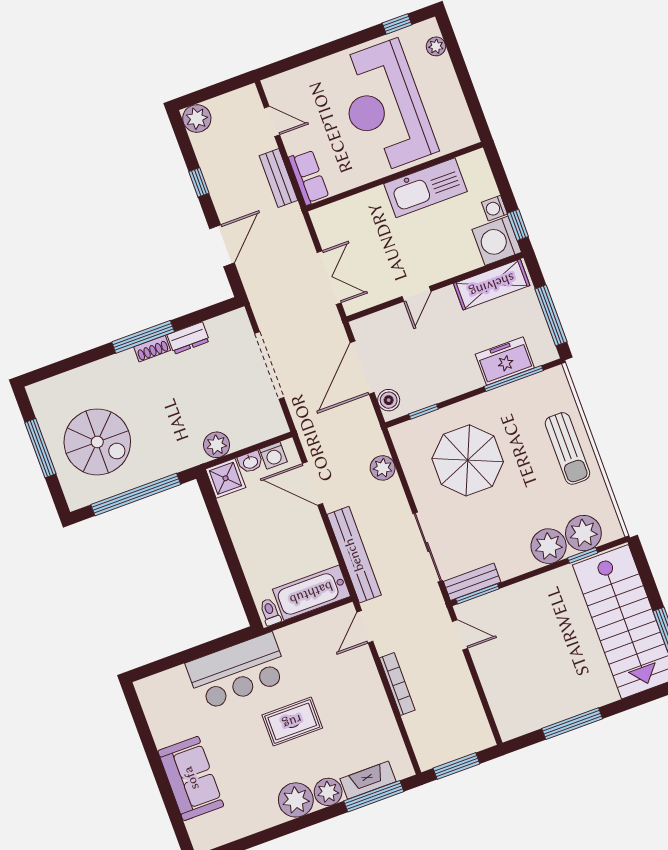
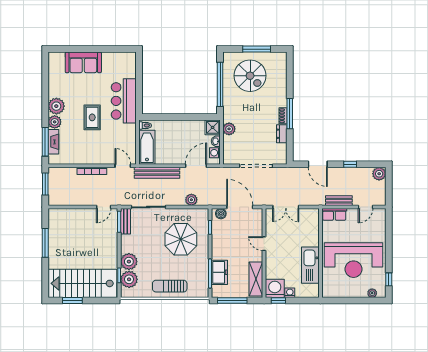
reception desk: (385, 107) -> (354, 260), turned 180
spiral stairs: (97, 442) -> (250, 76), turned -90

